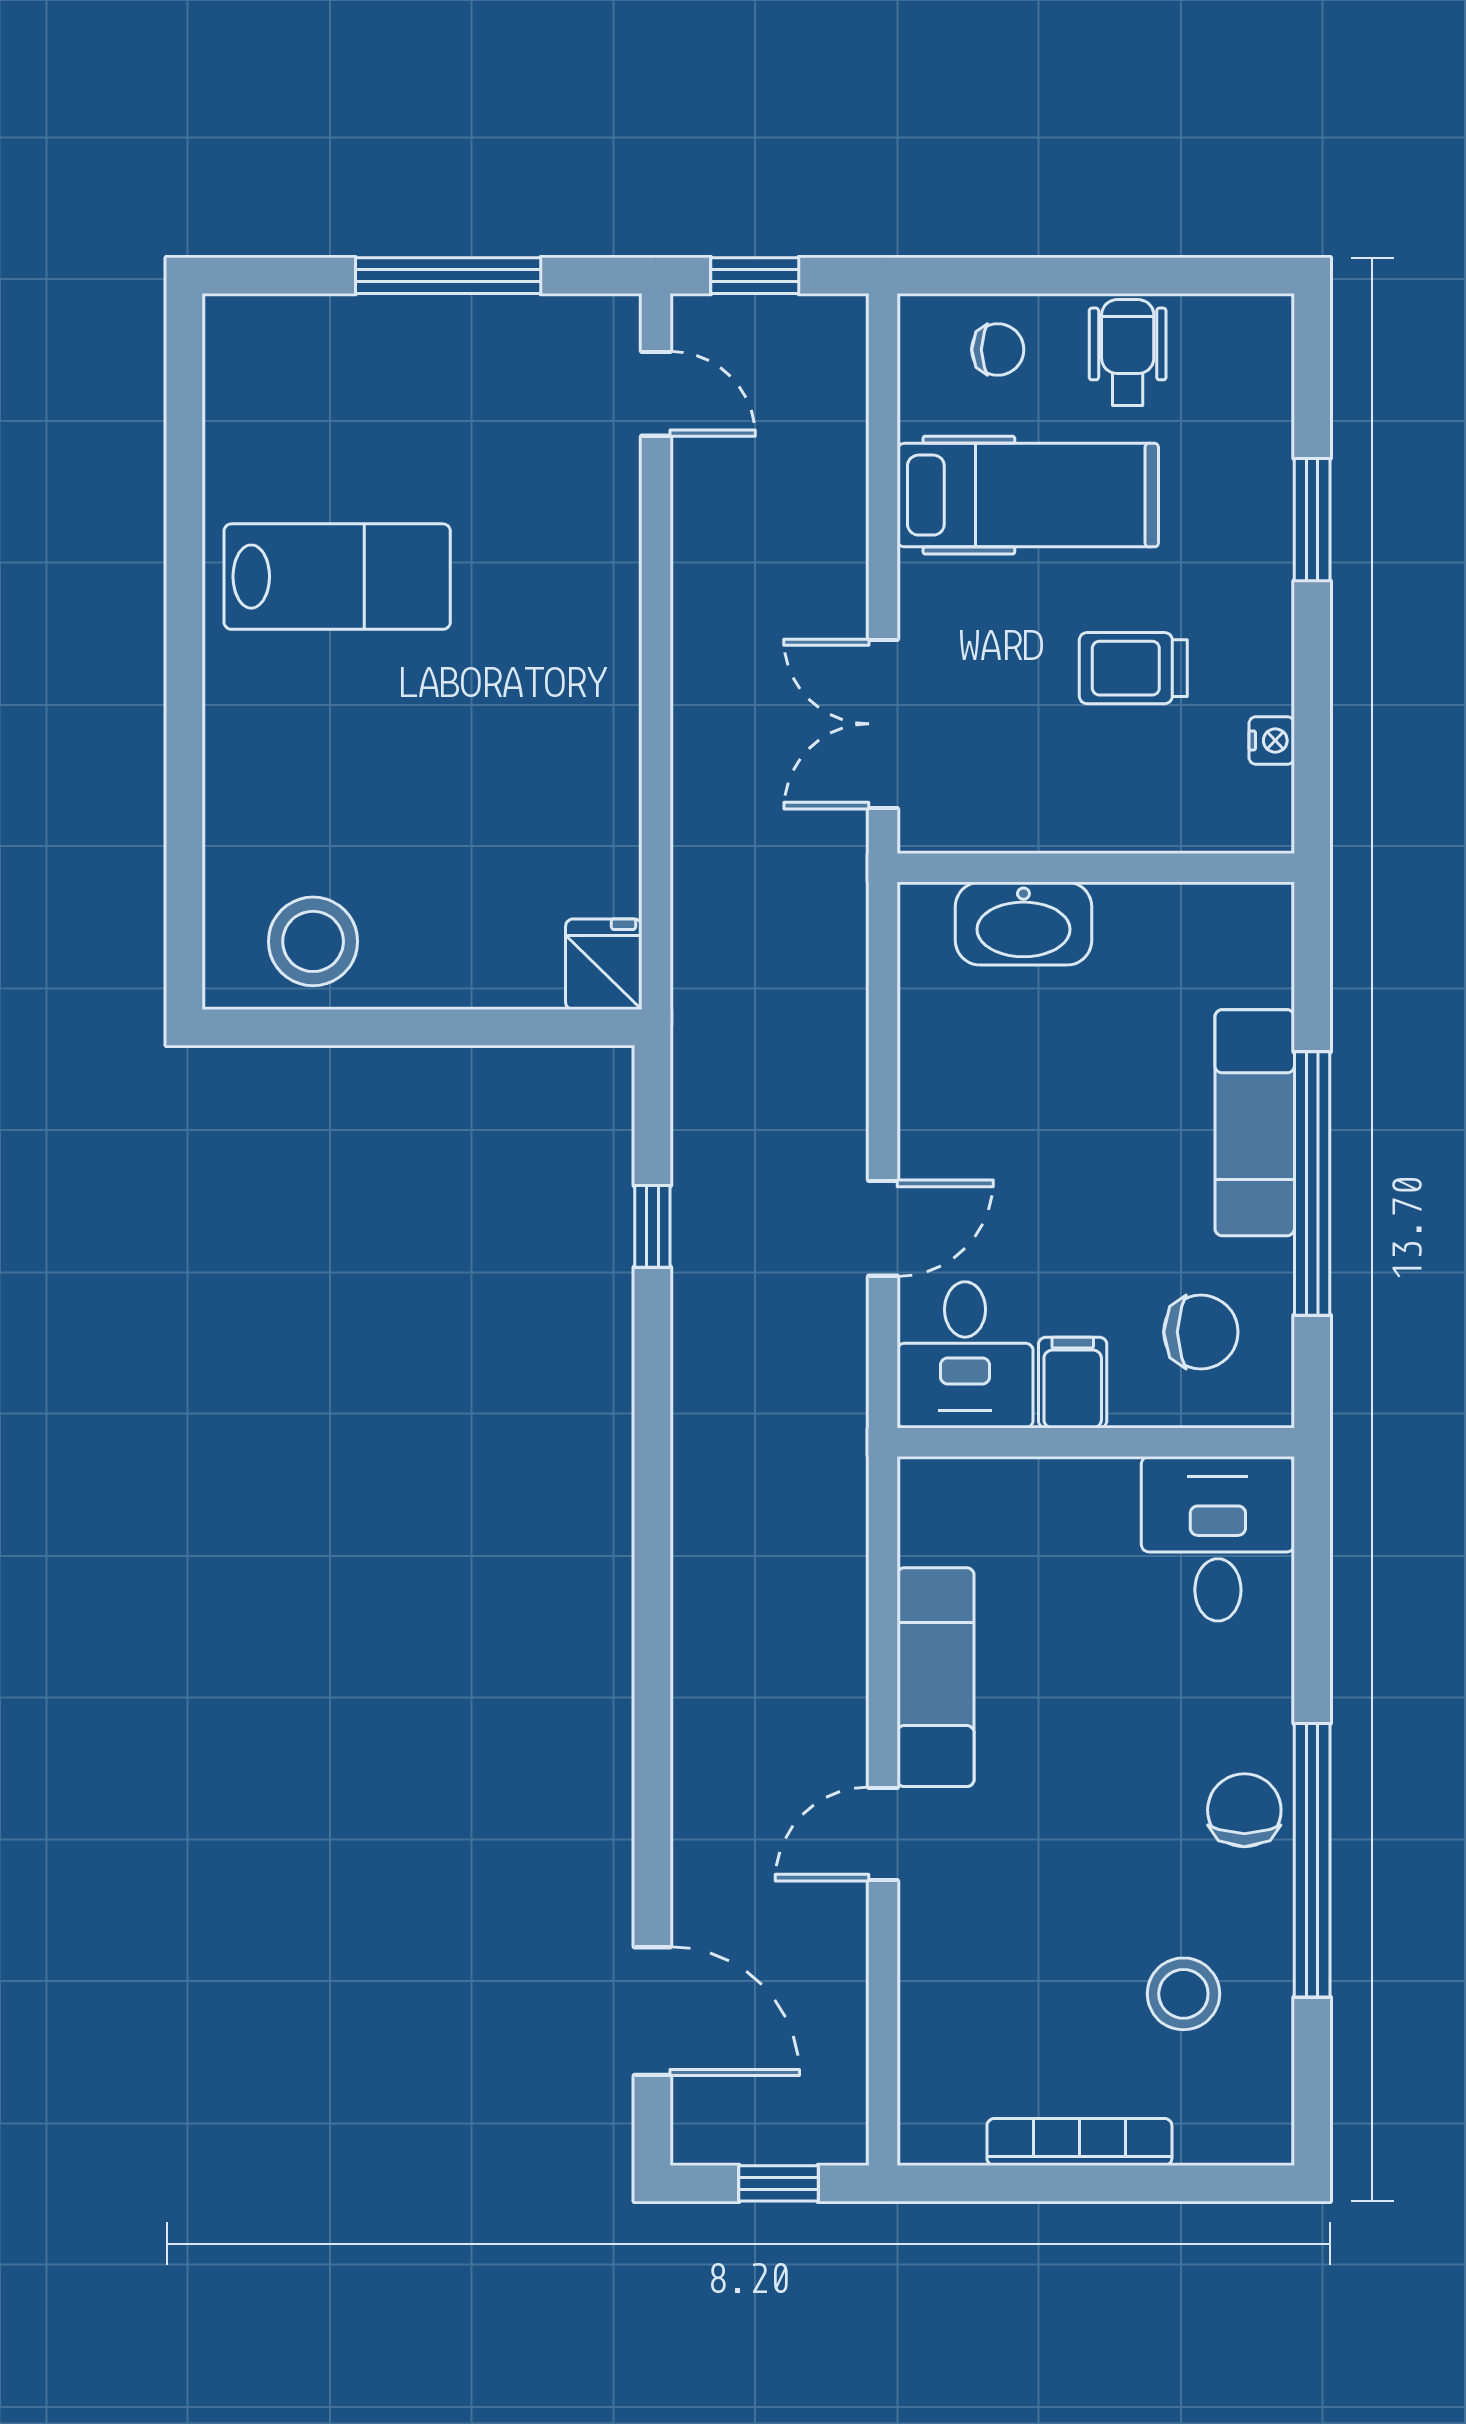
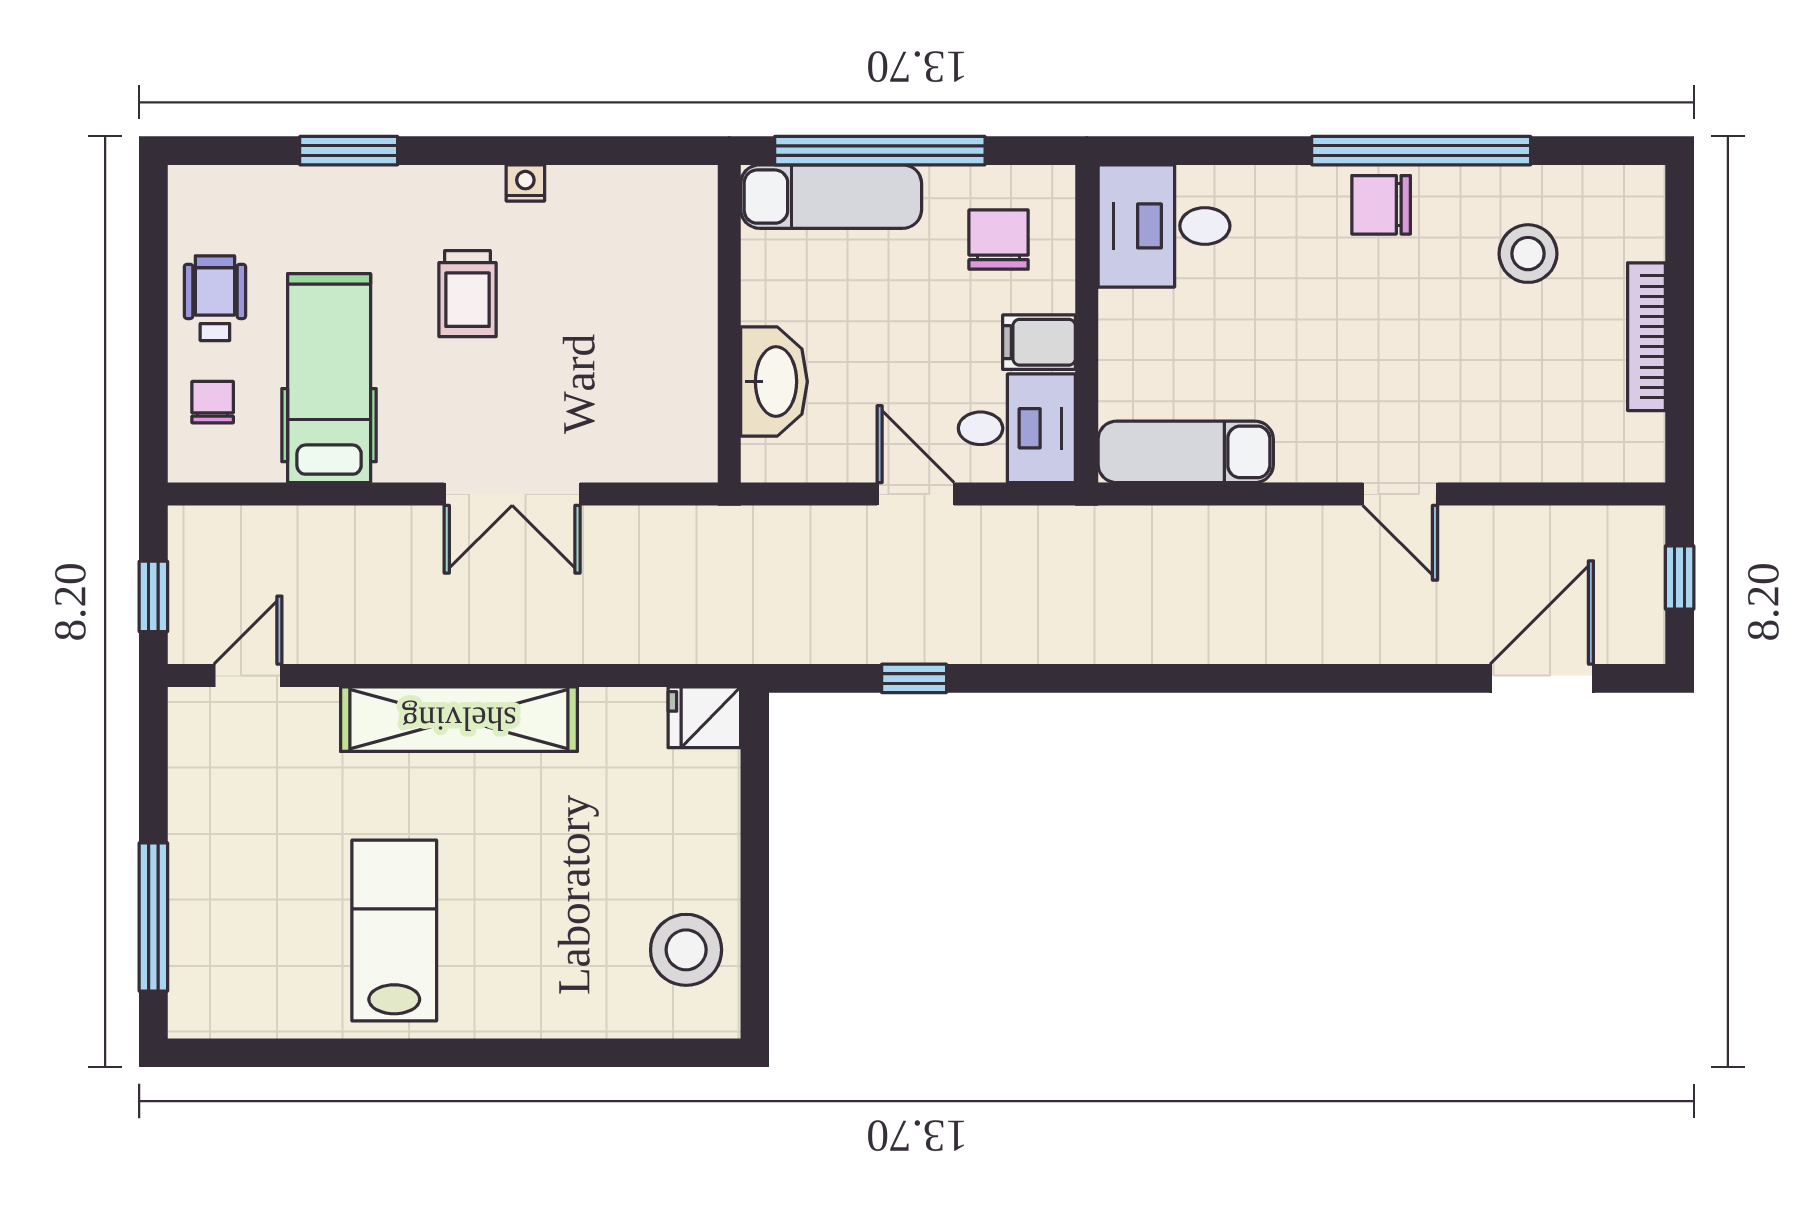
window: (448, 276) -> (153, 917), moved
wheelchair: (1128, 352) -> (215, 298), turned 90
shelving: (601, 657) -> (459, 719), added
wall: (1096, 868) -> (729, 324), moved
washbasin: (1023, 924) -> (774, 382), moved
exam couch: (936, 1677) -> (1186, 452), moved

